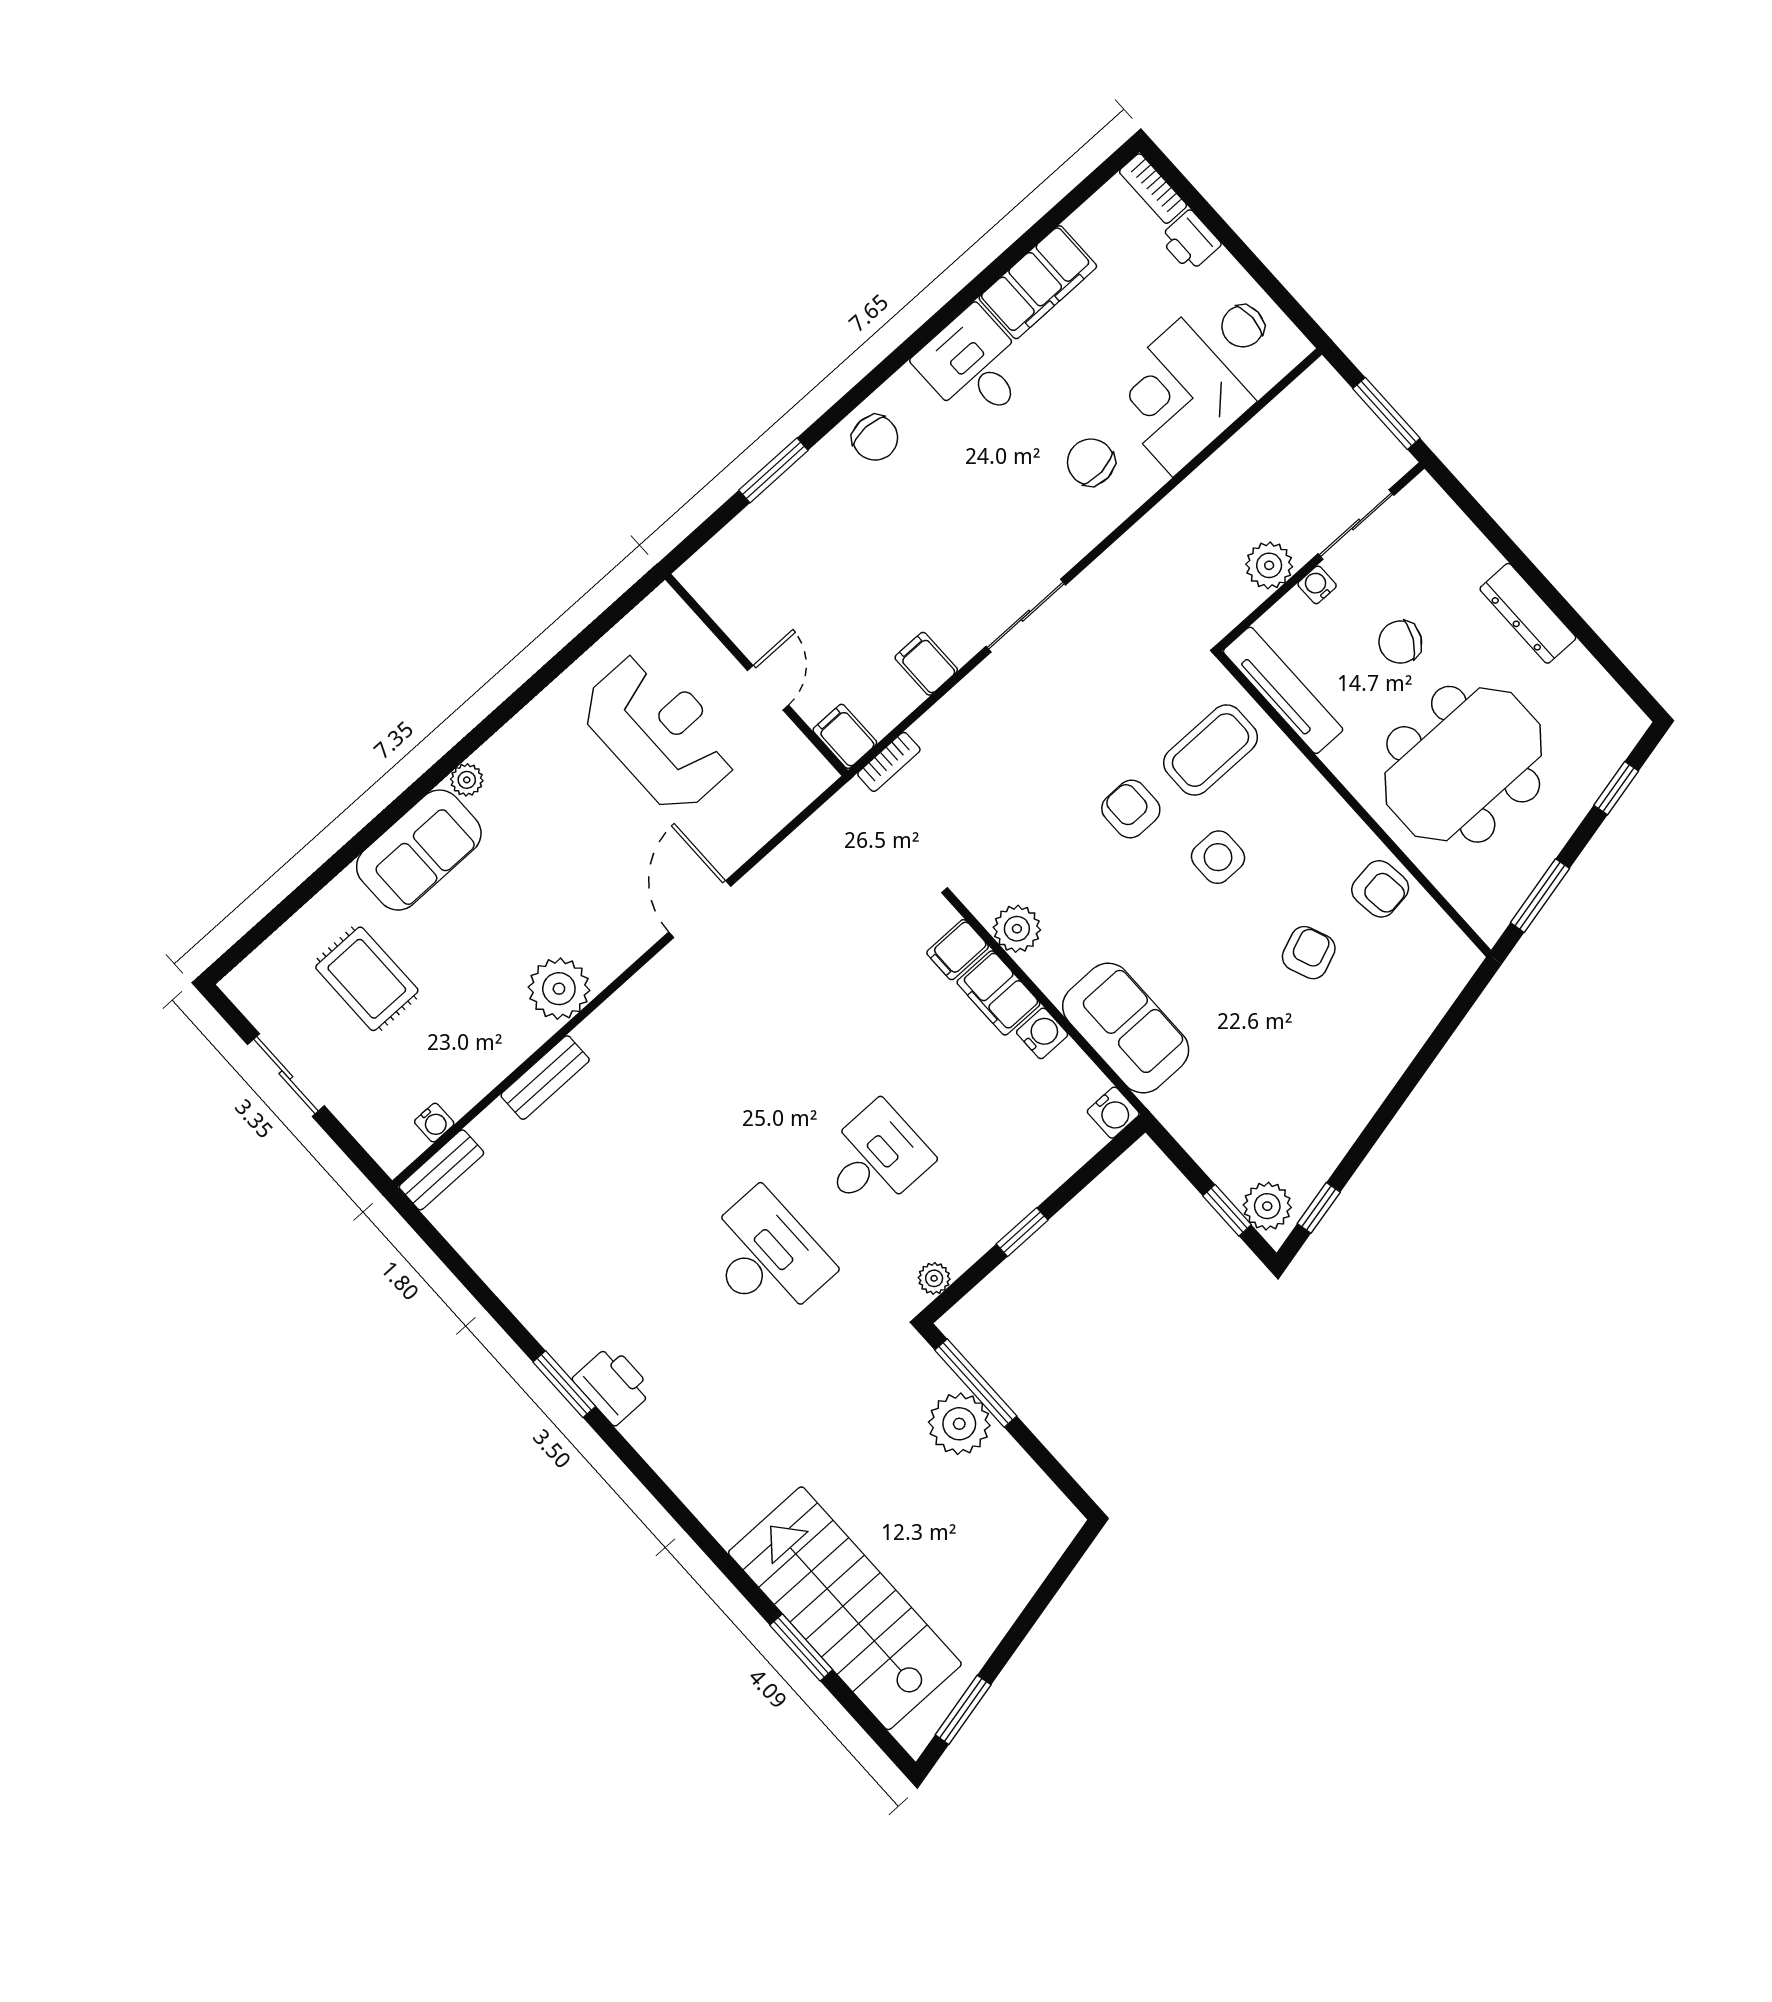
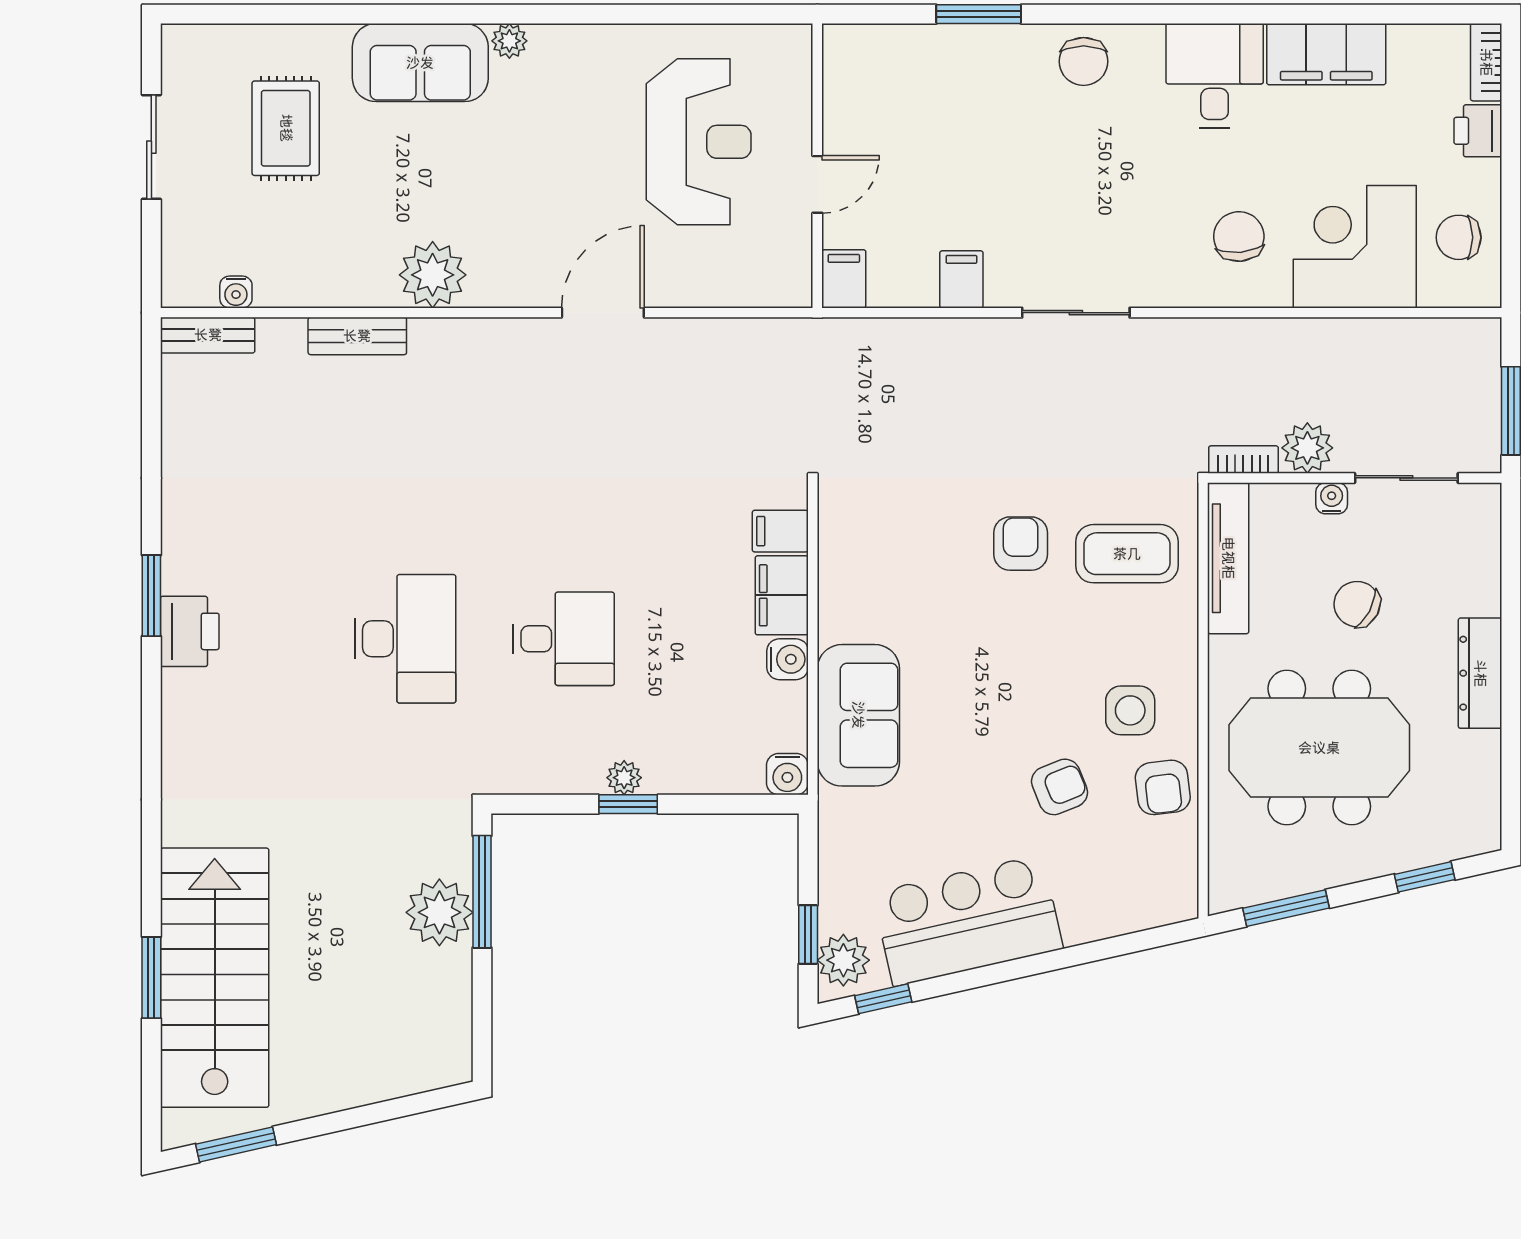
bookcase: (889, 762) -> (1243, 460), moved, turned 180
side table: (1218, 857) -> (1130, 710), moved
plant: (1017, 929) -> (843, 557), removed
bar counter: (1328, 1102) -> (968, 921), added
plant: (934, 1278) -> (624, 778), moved

